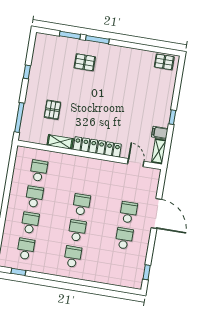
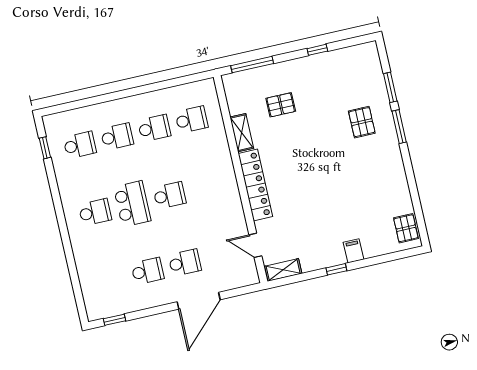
filing cabinet: (160, 133) -> (353, 251), moved
door: (136, 163) -> (255, 245), swing flipped
school desk: (77, 231) -> (132, 204), width x1.85

